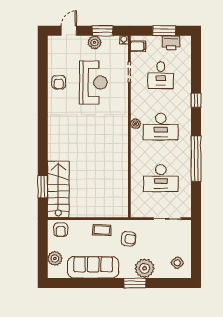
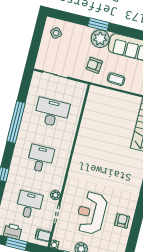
plant: (136, 124) -> (55, 195), moved
desk: (161, 127) -> (41, 159), width x0.73
plant: (145, 268) -> (100, 39), moved

